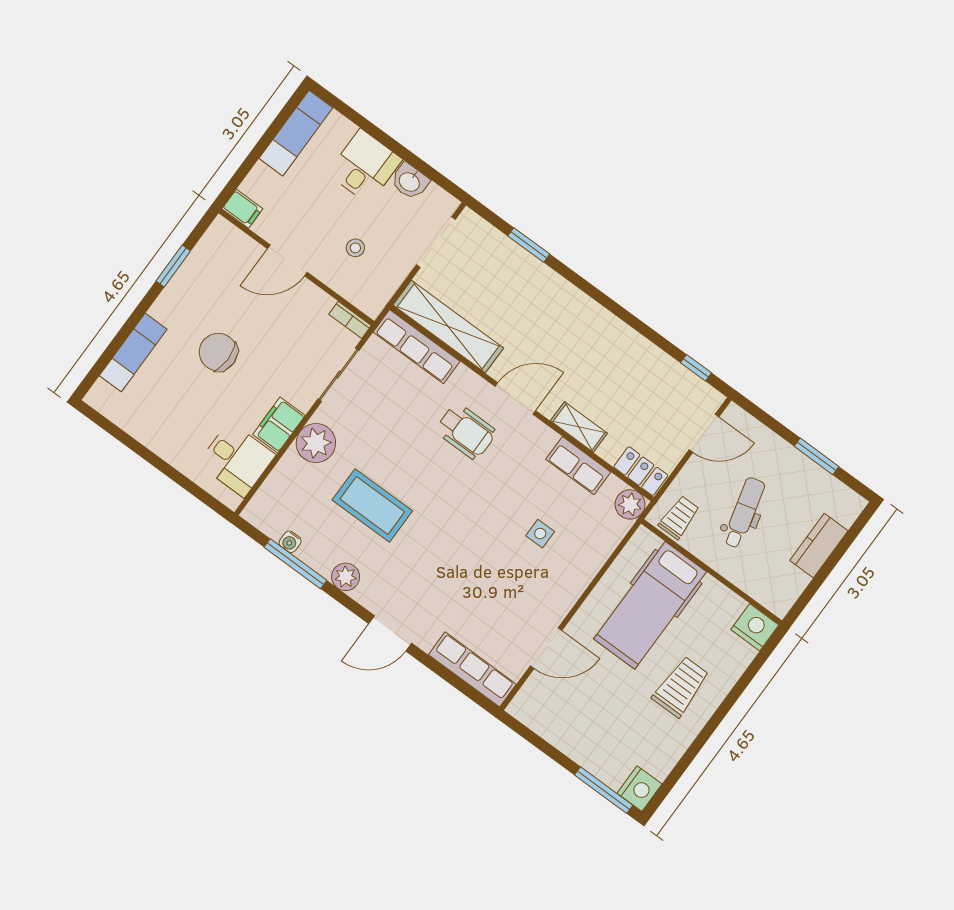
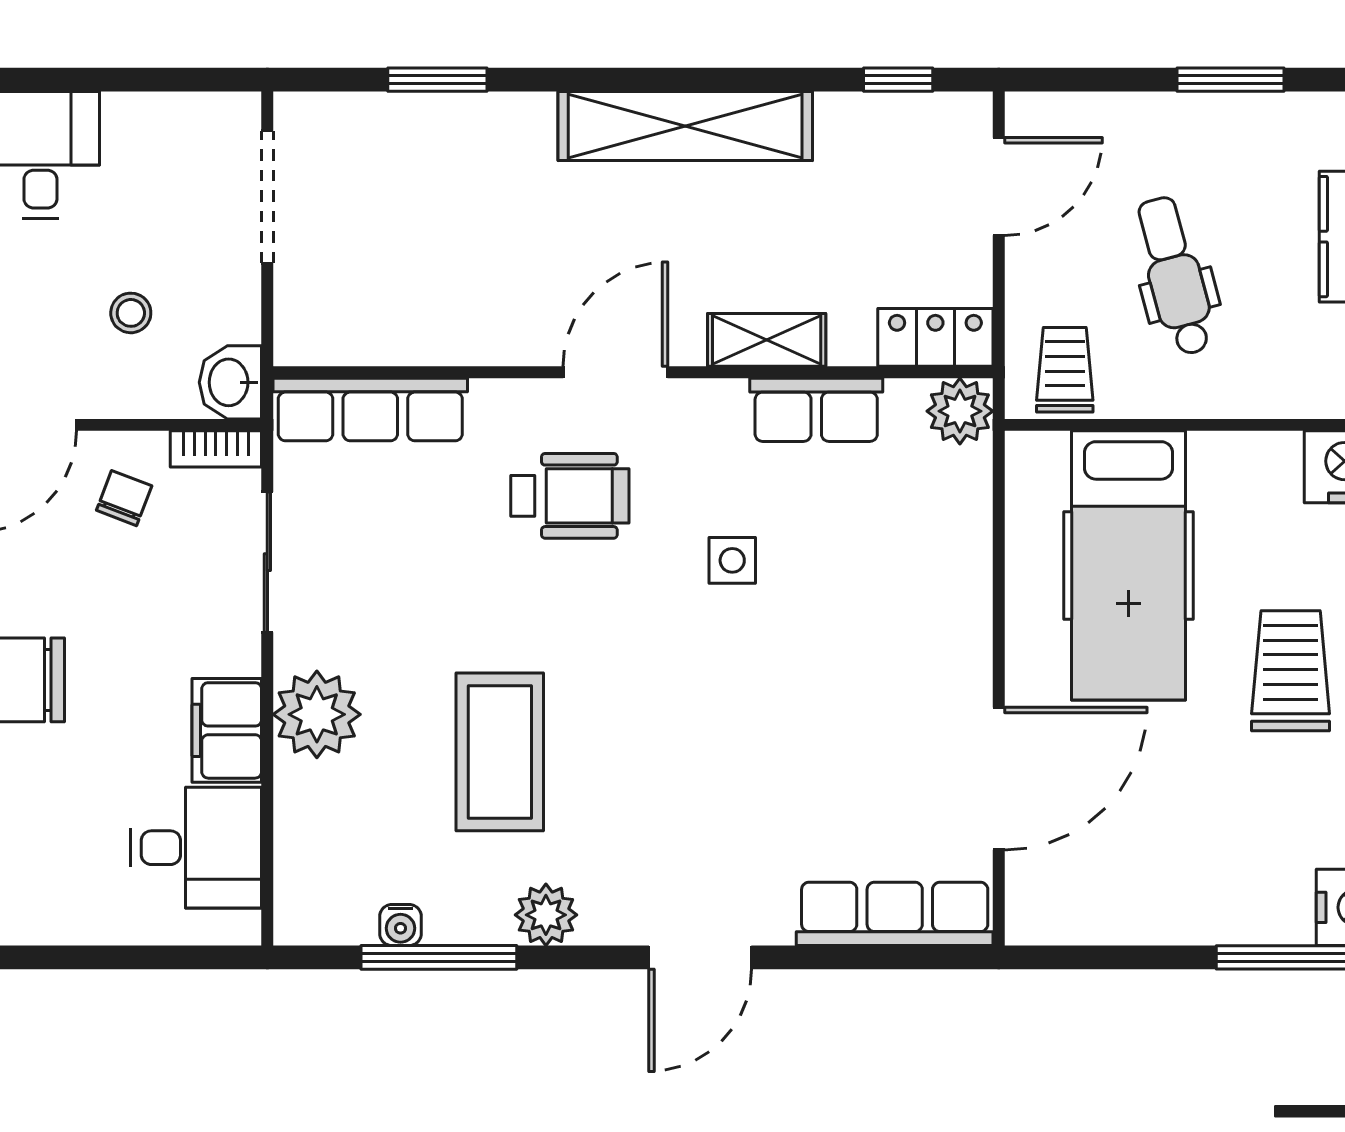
washbasin: (410, 181) -> (230, 382), moved, turned 90
chair: (304, 313) -> (124, 498), added
shelving: (448, 326) -> (685, 126), moved
coffee table: (372, 505) -> (500, 752), turned 90
side table: (540, 534) -> (732, 560), moved
door: (546, 648) -> (999, 779), width x1.36

